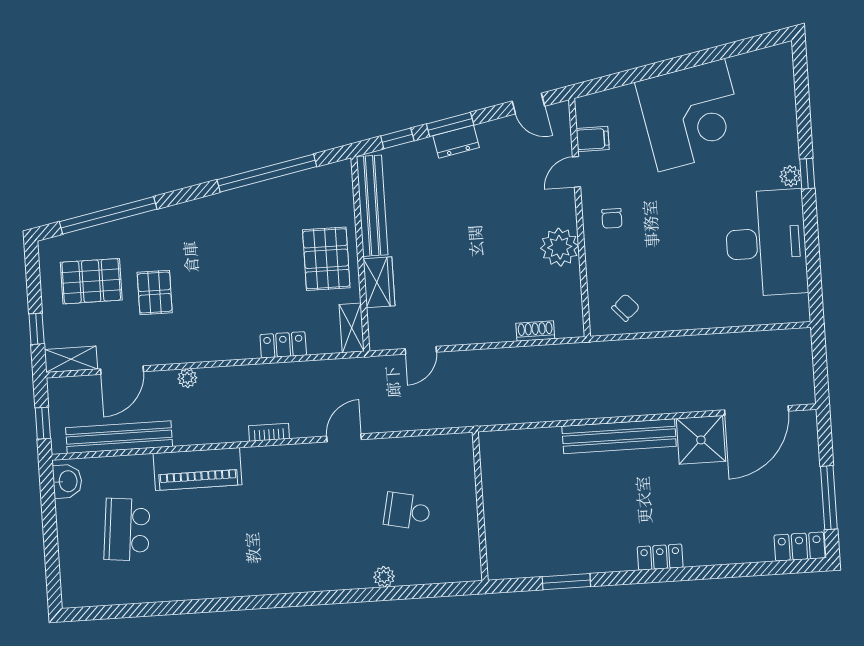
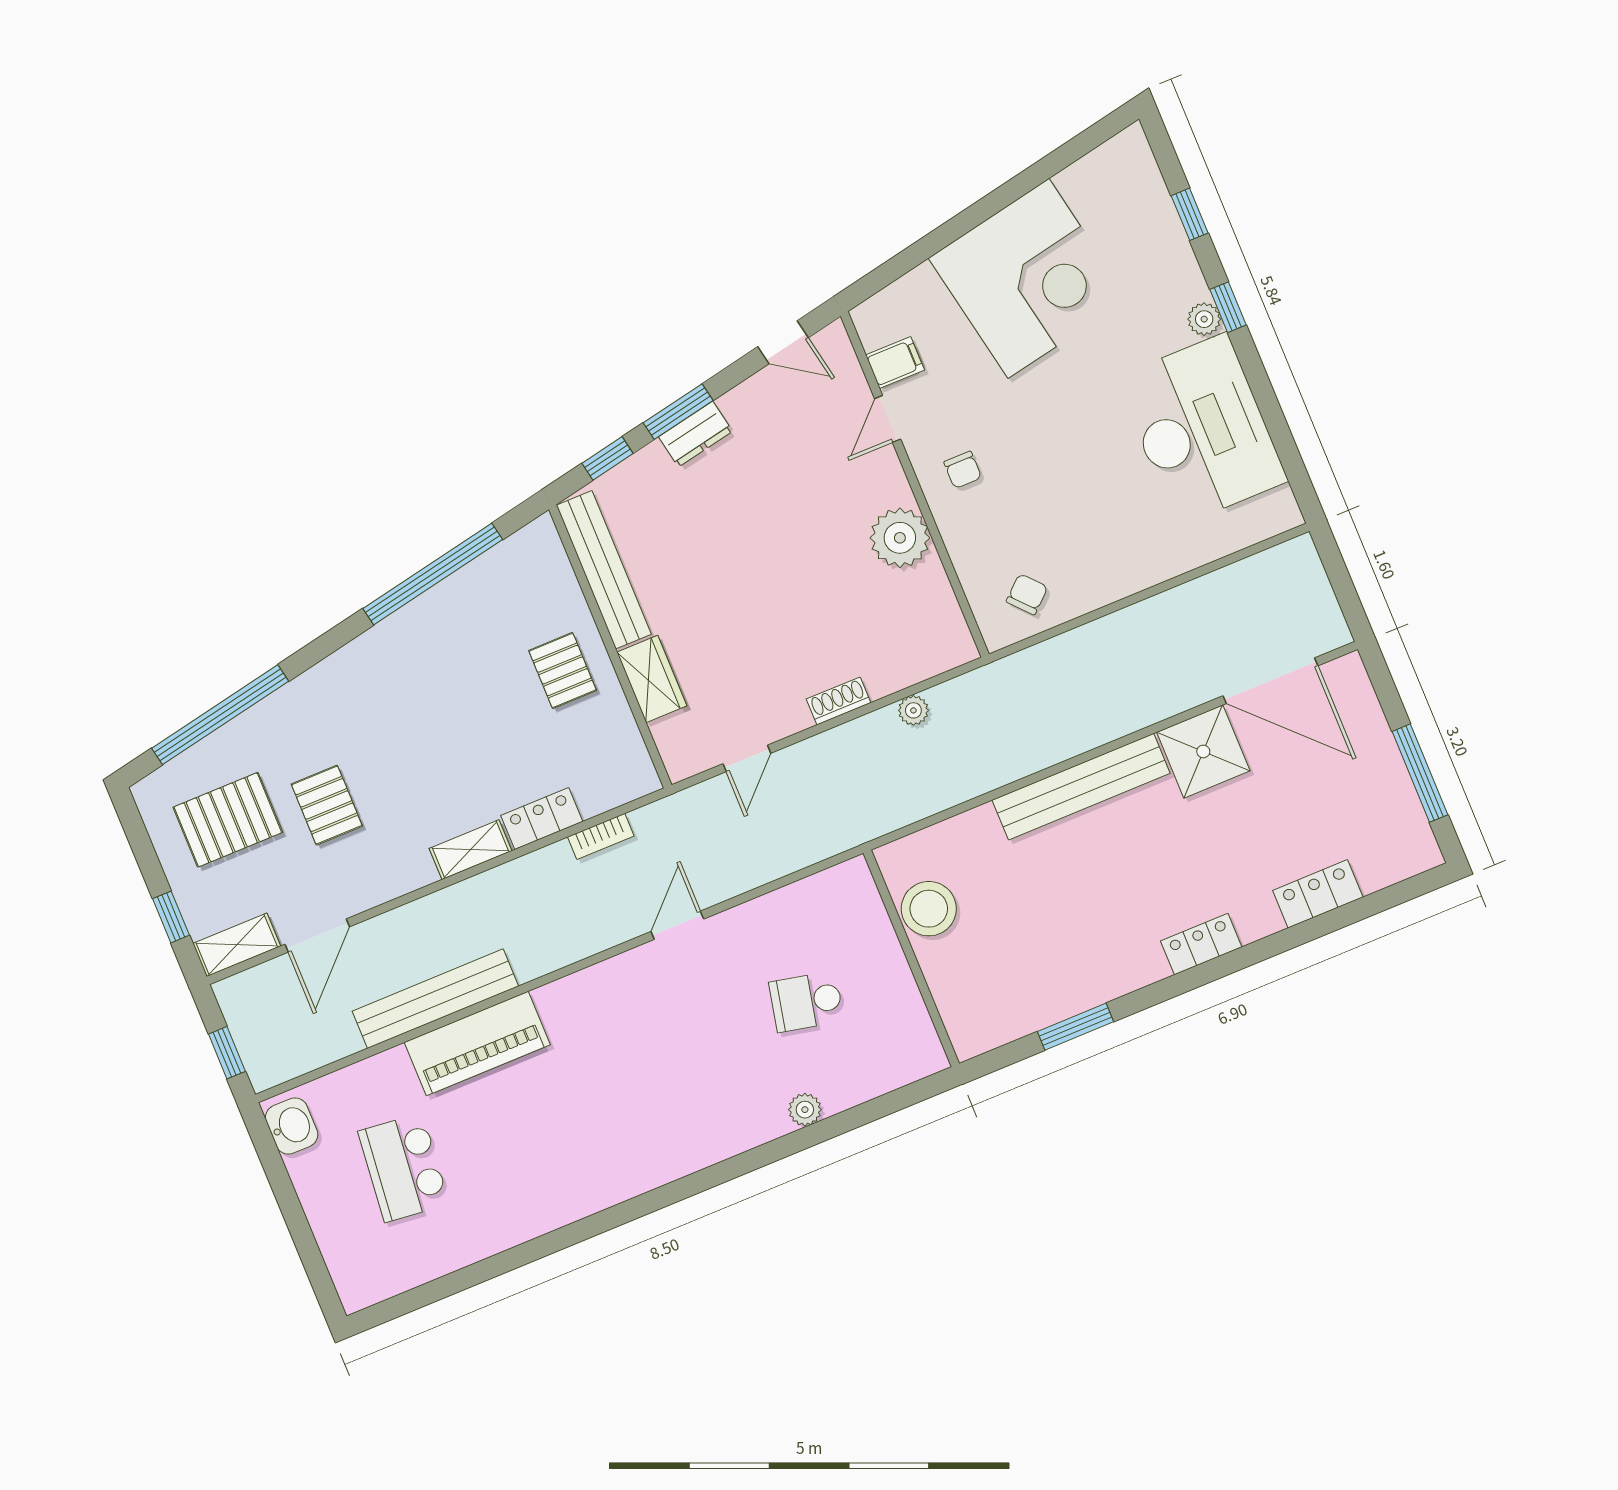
window: (803, 109) -> (1190, 214), added
pallet: (326, 259) -> (563, 670), width x0.67, depth x0.71
shelving: (352, 328) -> (470, 850), moved, turned 90
shoe rack: (535, 331) -> (839, 701), moved
plant: (187, 378) -> (913, 710), moved
door: (756, 411) -> (1270, 681), hinge flipped
bookcase: (269, 432) -> (601, 836), moved, turned 180
bench: (119, 437) -> (435, 999), moved
stool: (501, 479) -> (929, 909), added
locker: (799, 547) -> (1318, 894), moved

